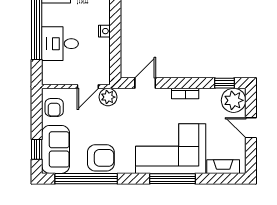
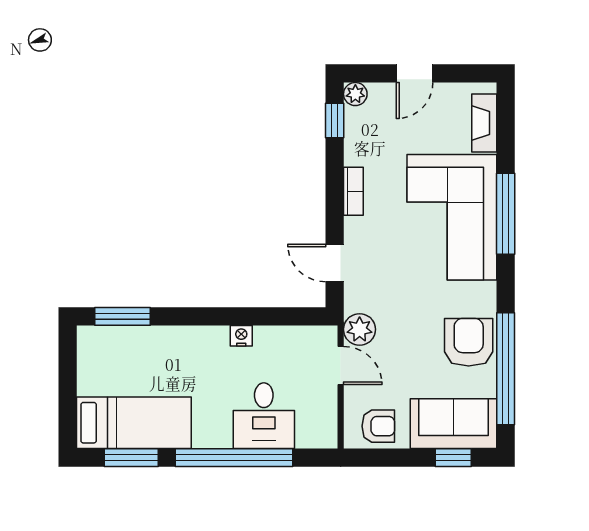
plant: (234, 100) -> (355, 94), width x0.53, depth x0.53

